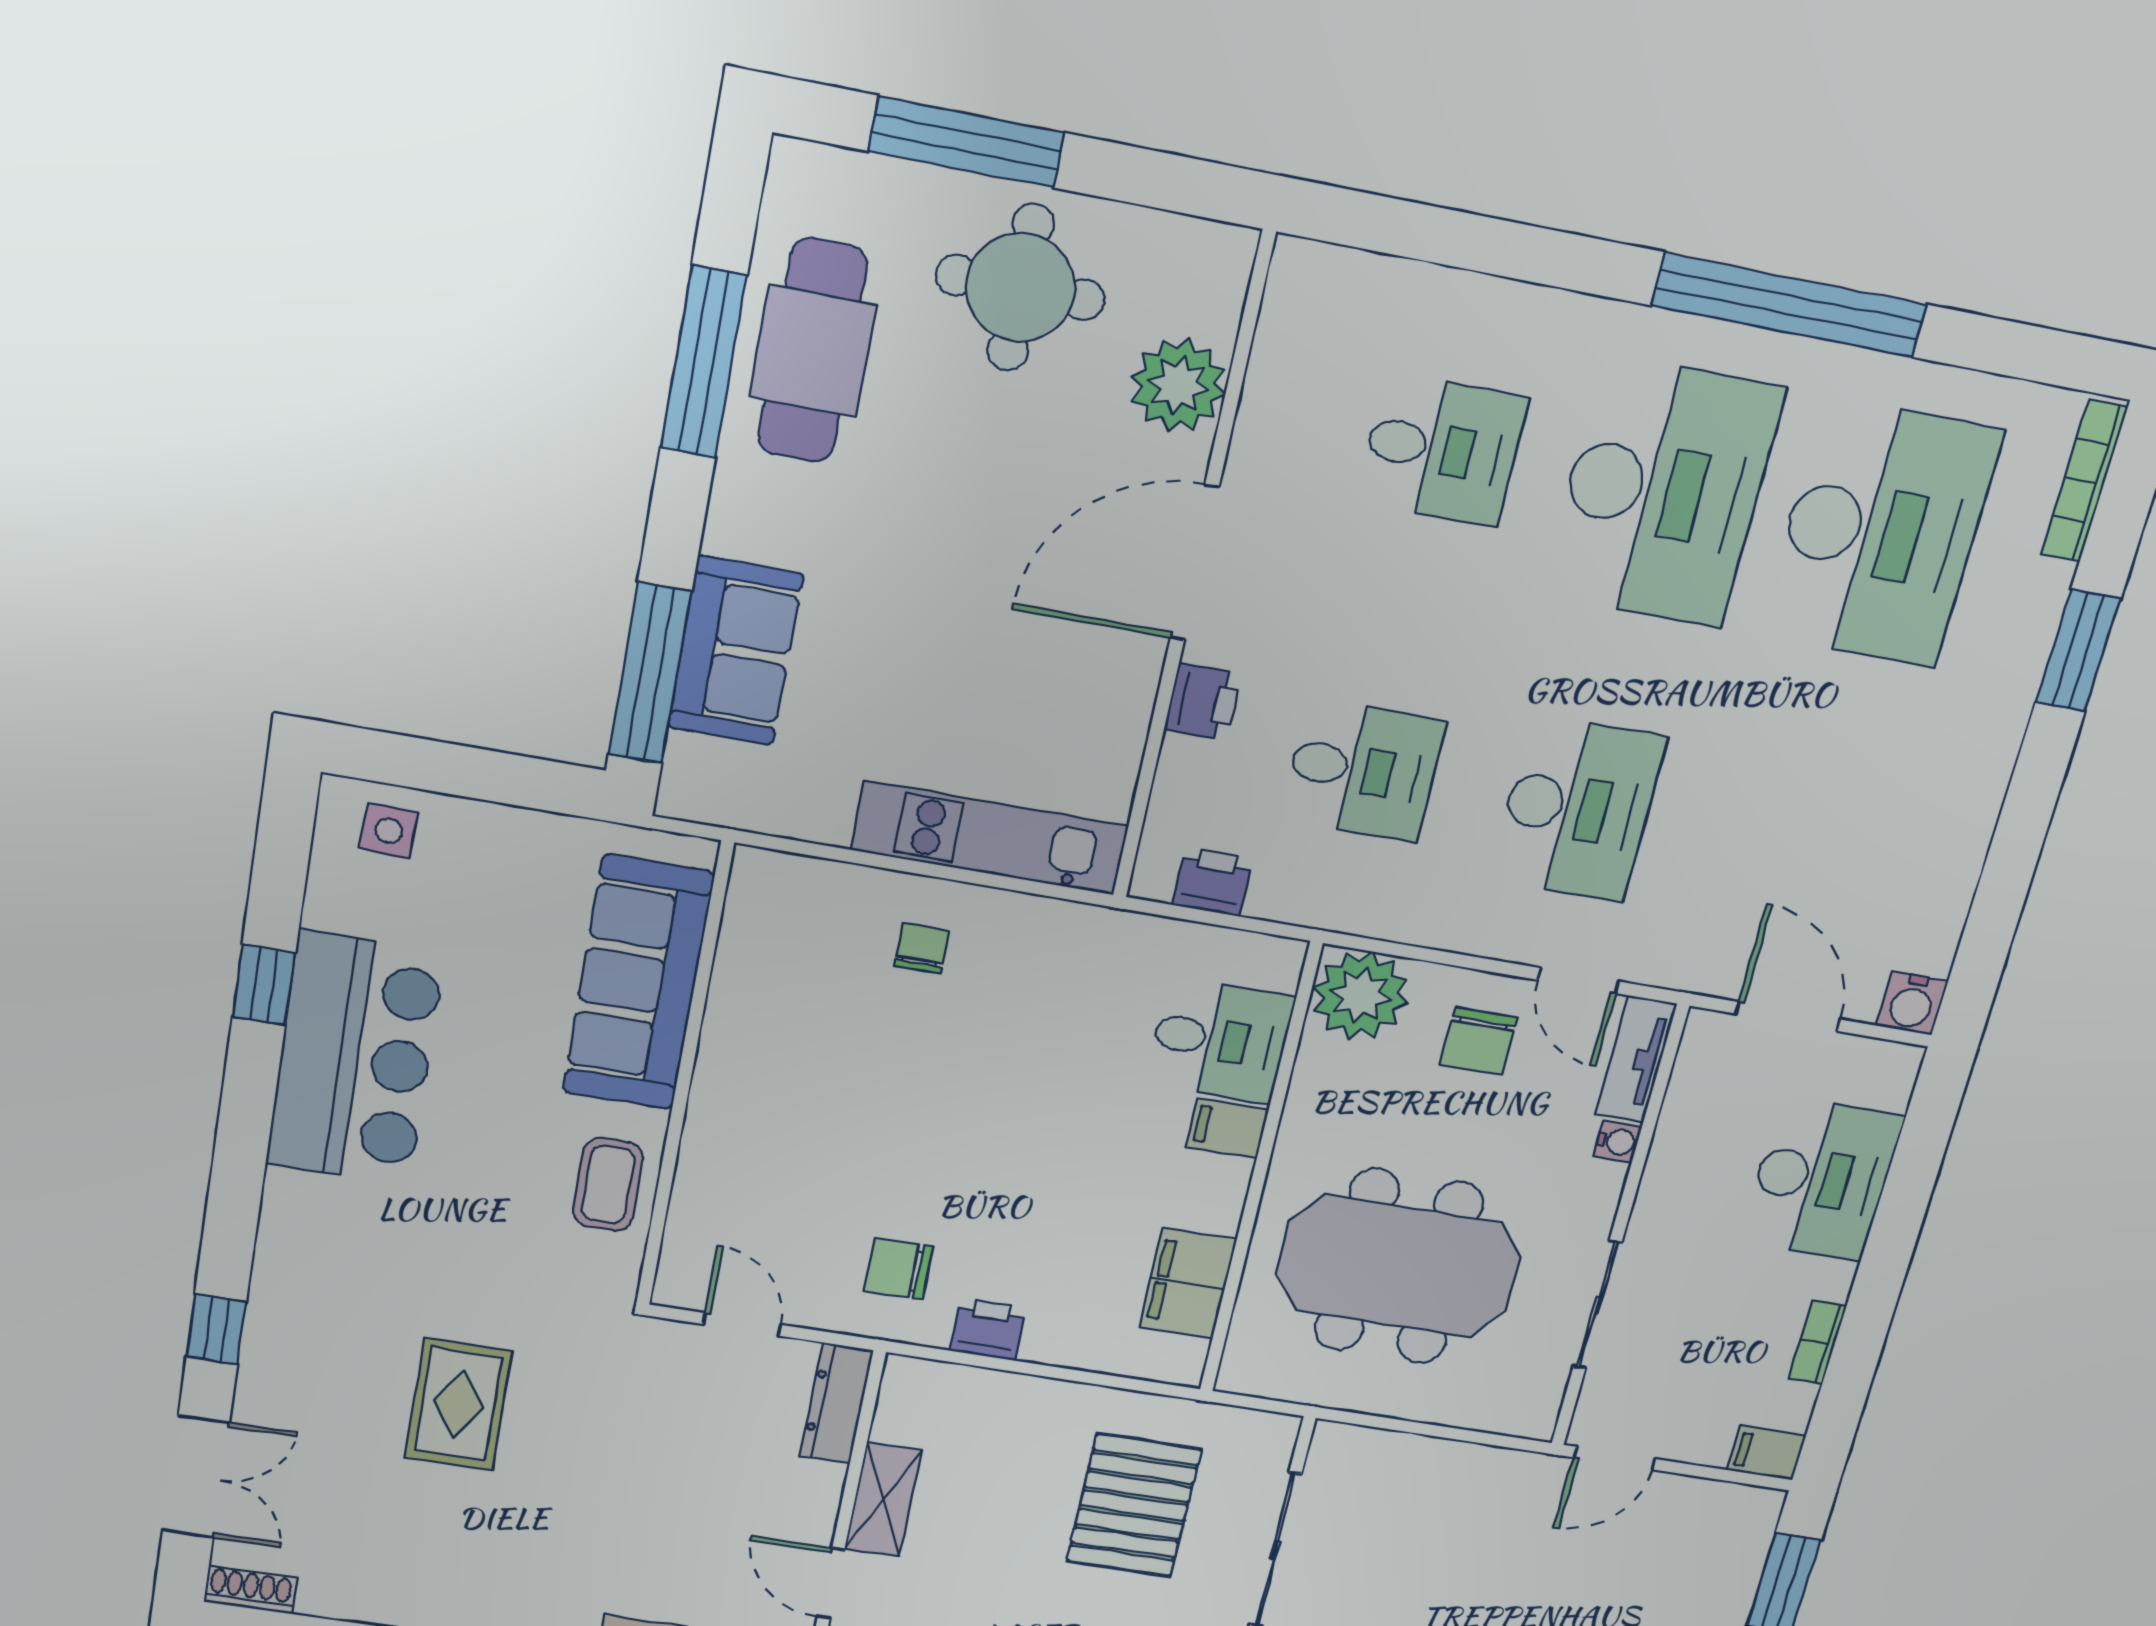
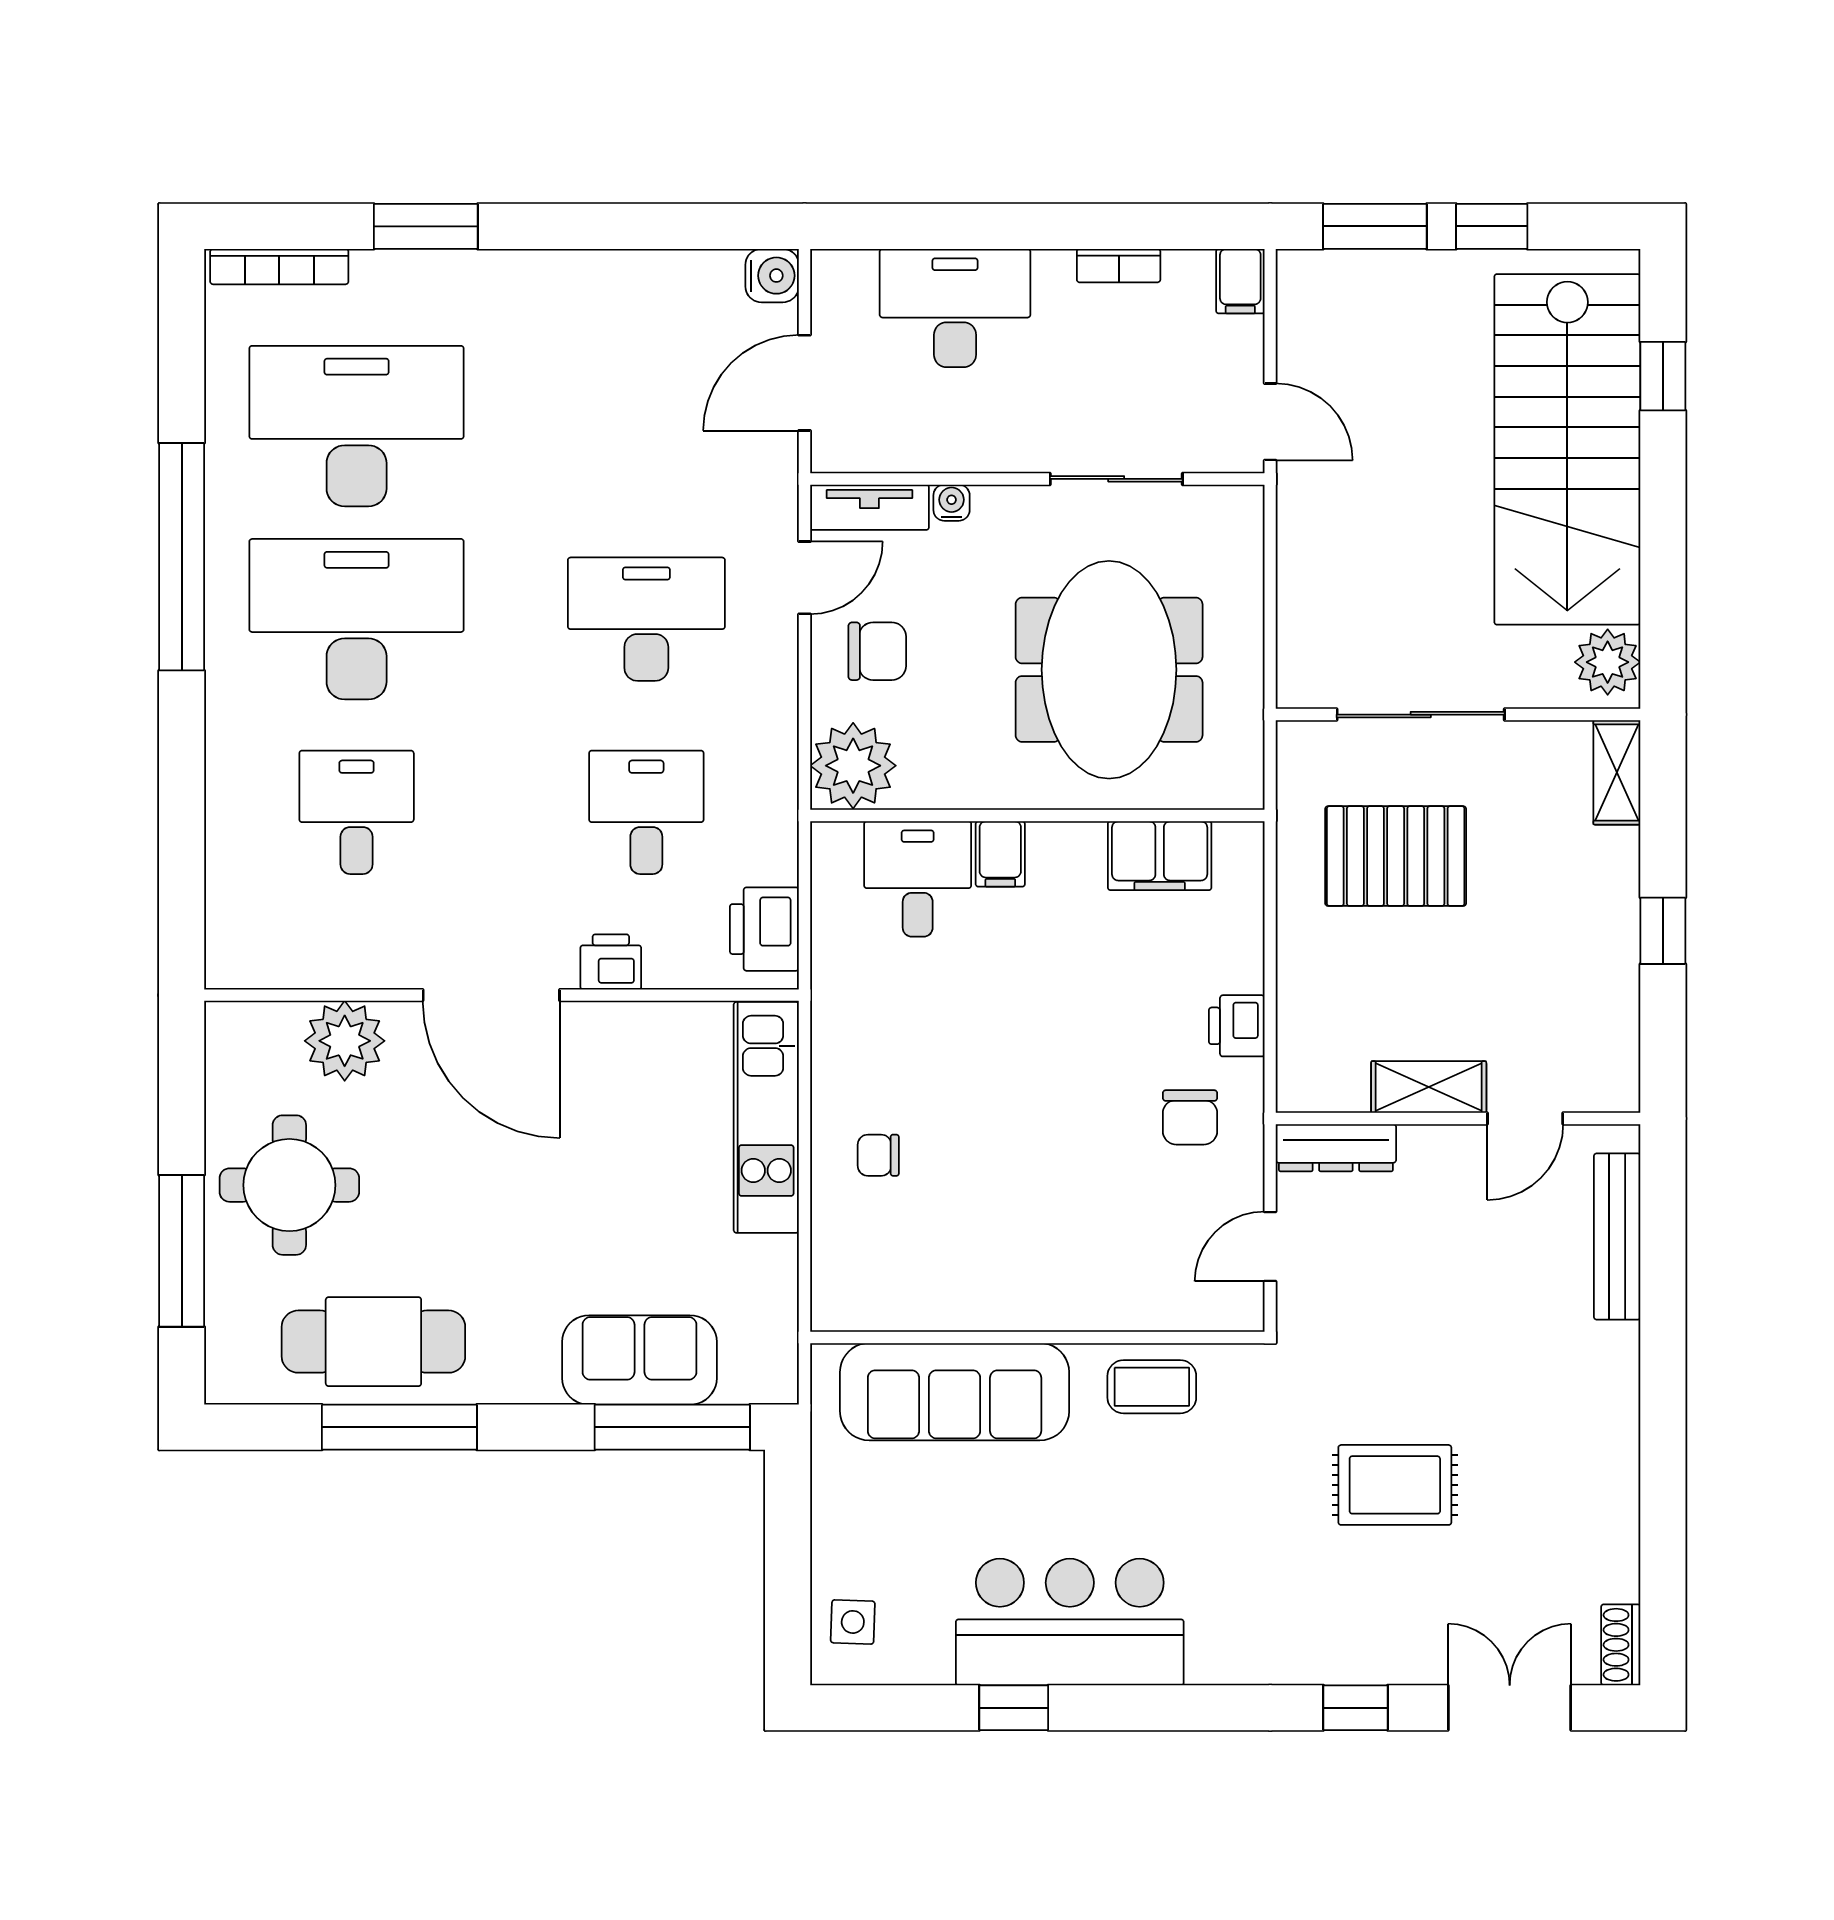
printer: (1213, 882) -> (764, 929), width x1.36, depth x1.24

